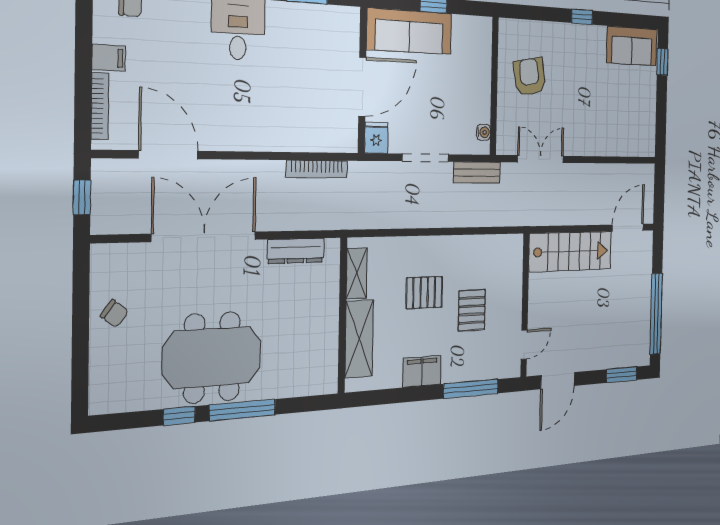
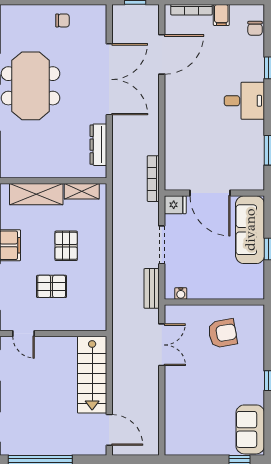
bookcase: (317, 169) -> (153, 179), moved
chair: (114, 313) -> (62, 20), turned -127

